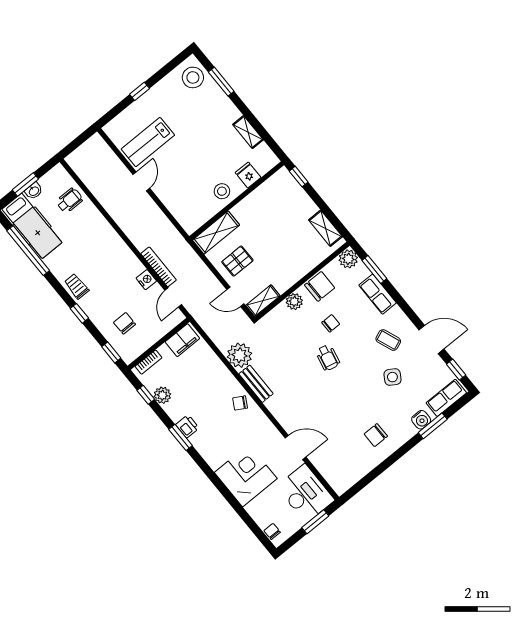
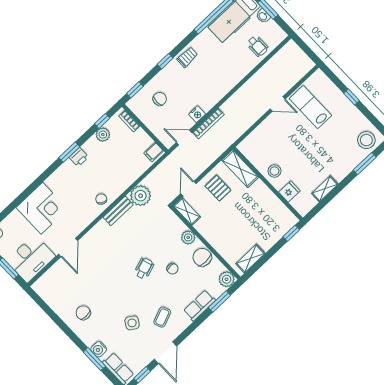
chair: (320, 286) -> (202, 257), turned 180
filing cabinet: (182, 340) -> (154, 152), width x0.50
wheelchair: (328, 358) -> (144, 268), turned 150

